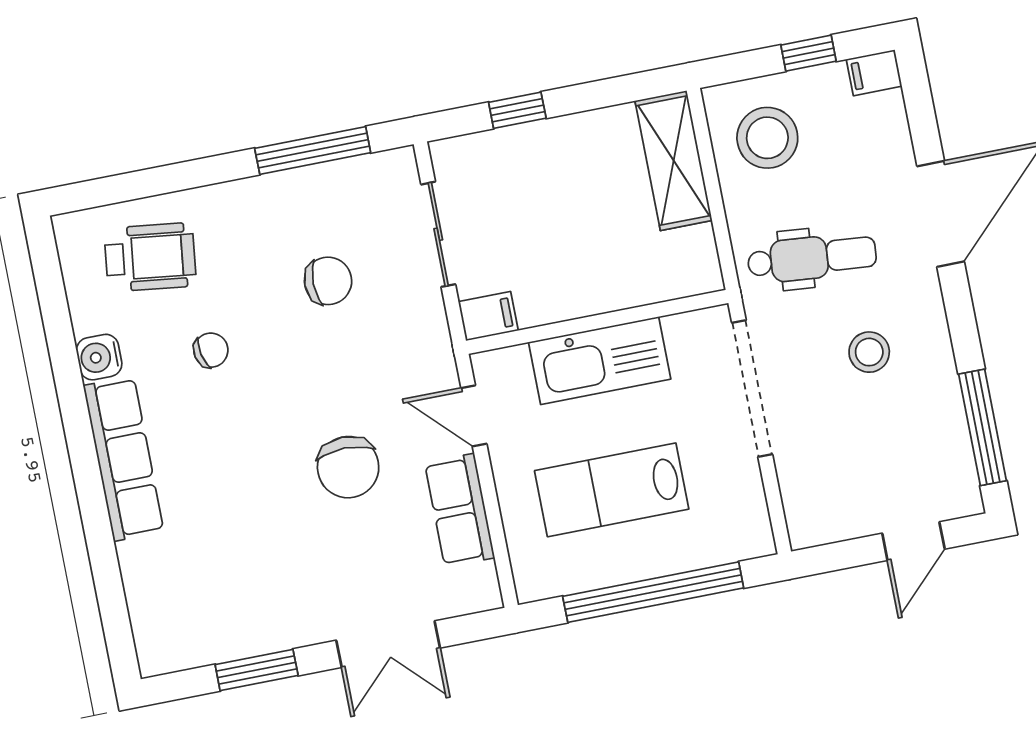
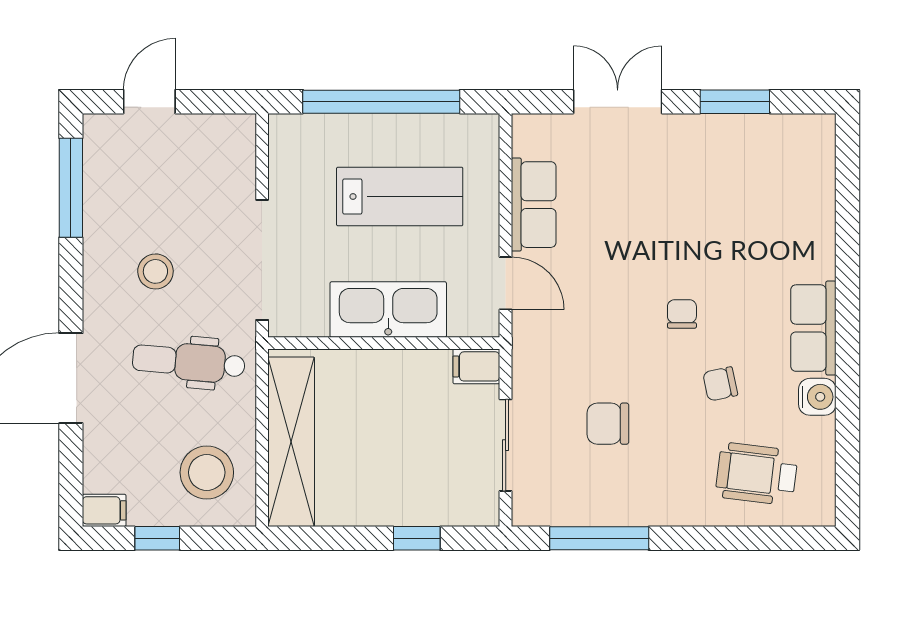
shelving: (674, 161) -> (291, 442), width x1.47
row of seats: (124, 459) -> (813, 328), width x0.68
chair: (348, 467) -> (682, 314), moved, width x0.54, depth x0.54

